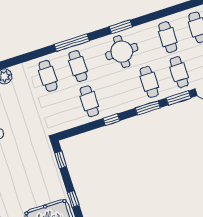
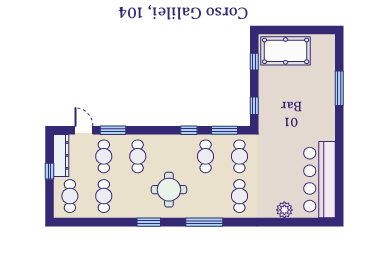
round table: (122, 52) -> (169, 190), moved
cafe table: (78, 66) -> (239, 156), moved
window: (148, 108) -> (225, 130), moved

